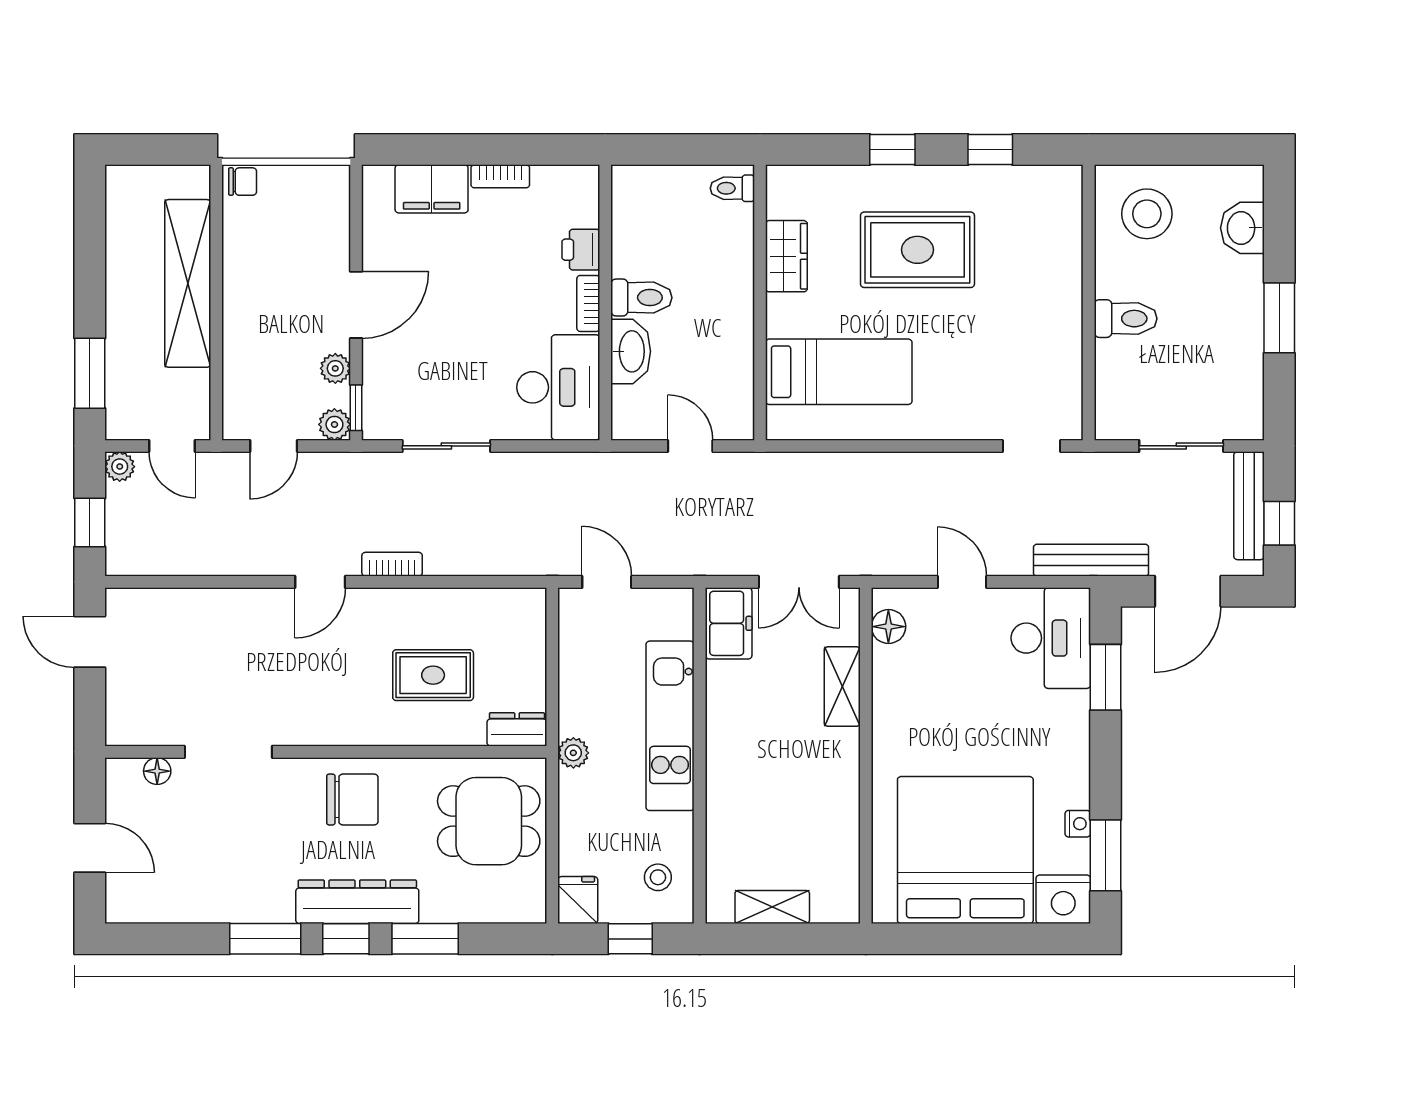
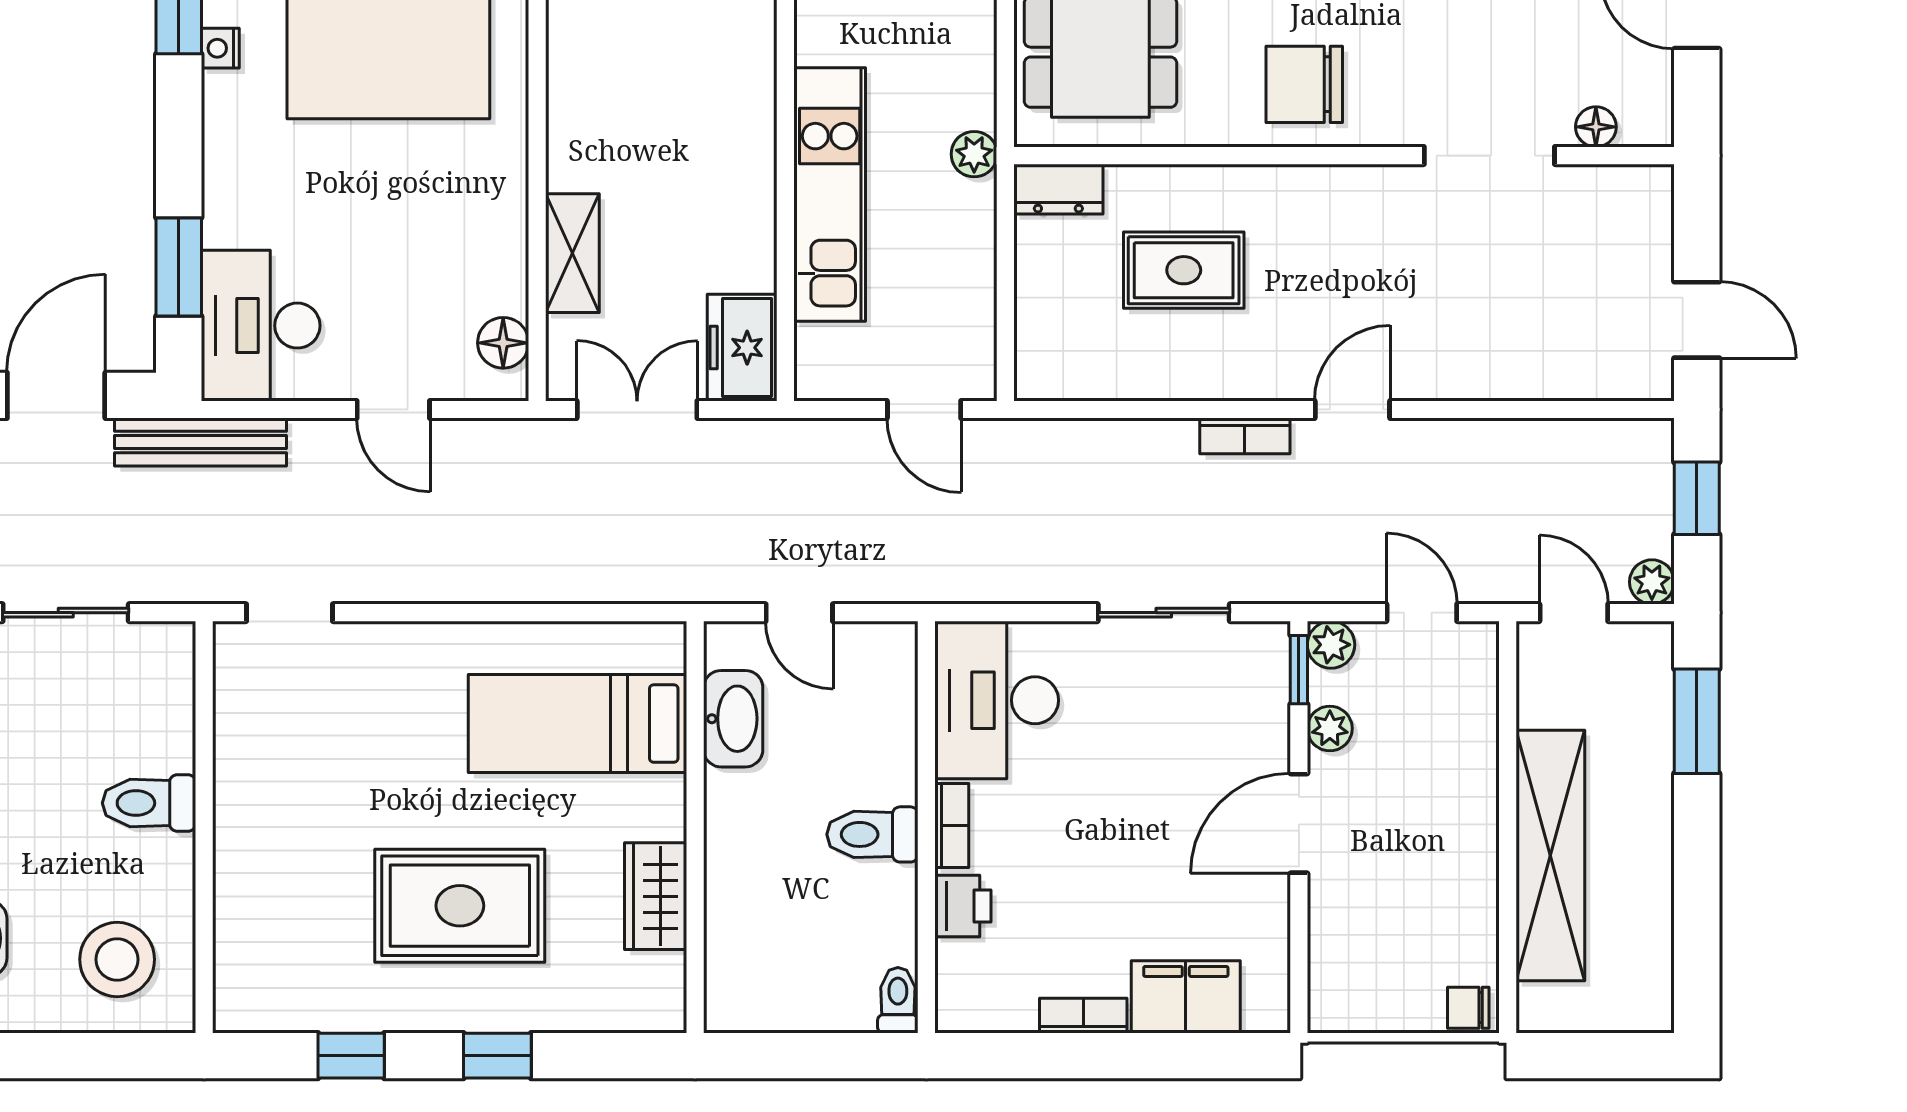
toilet: (732, 188) -> (898, 1000), moved, turned -90
washbasin: (631, 351) -> (733, 719), moved, turned 180
door: (274, 446) -> (1422, 613), hinge flipped

